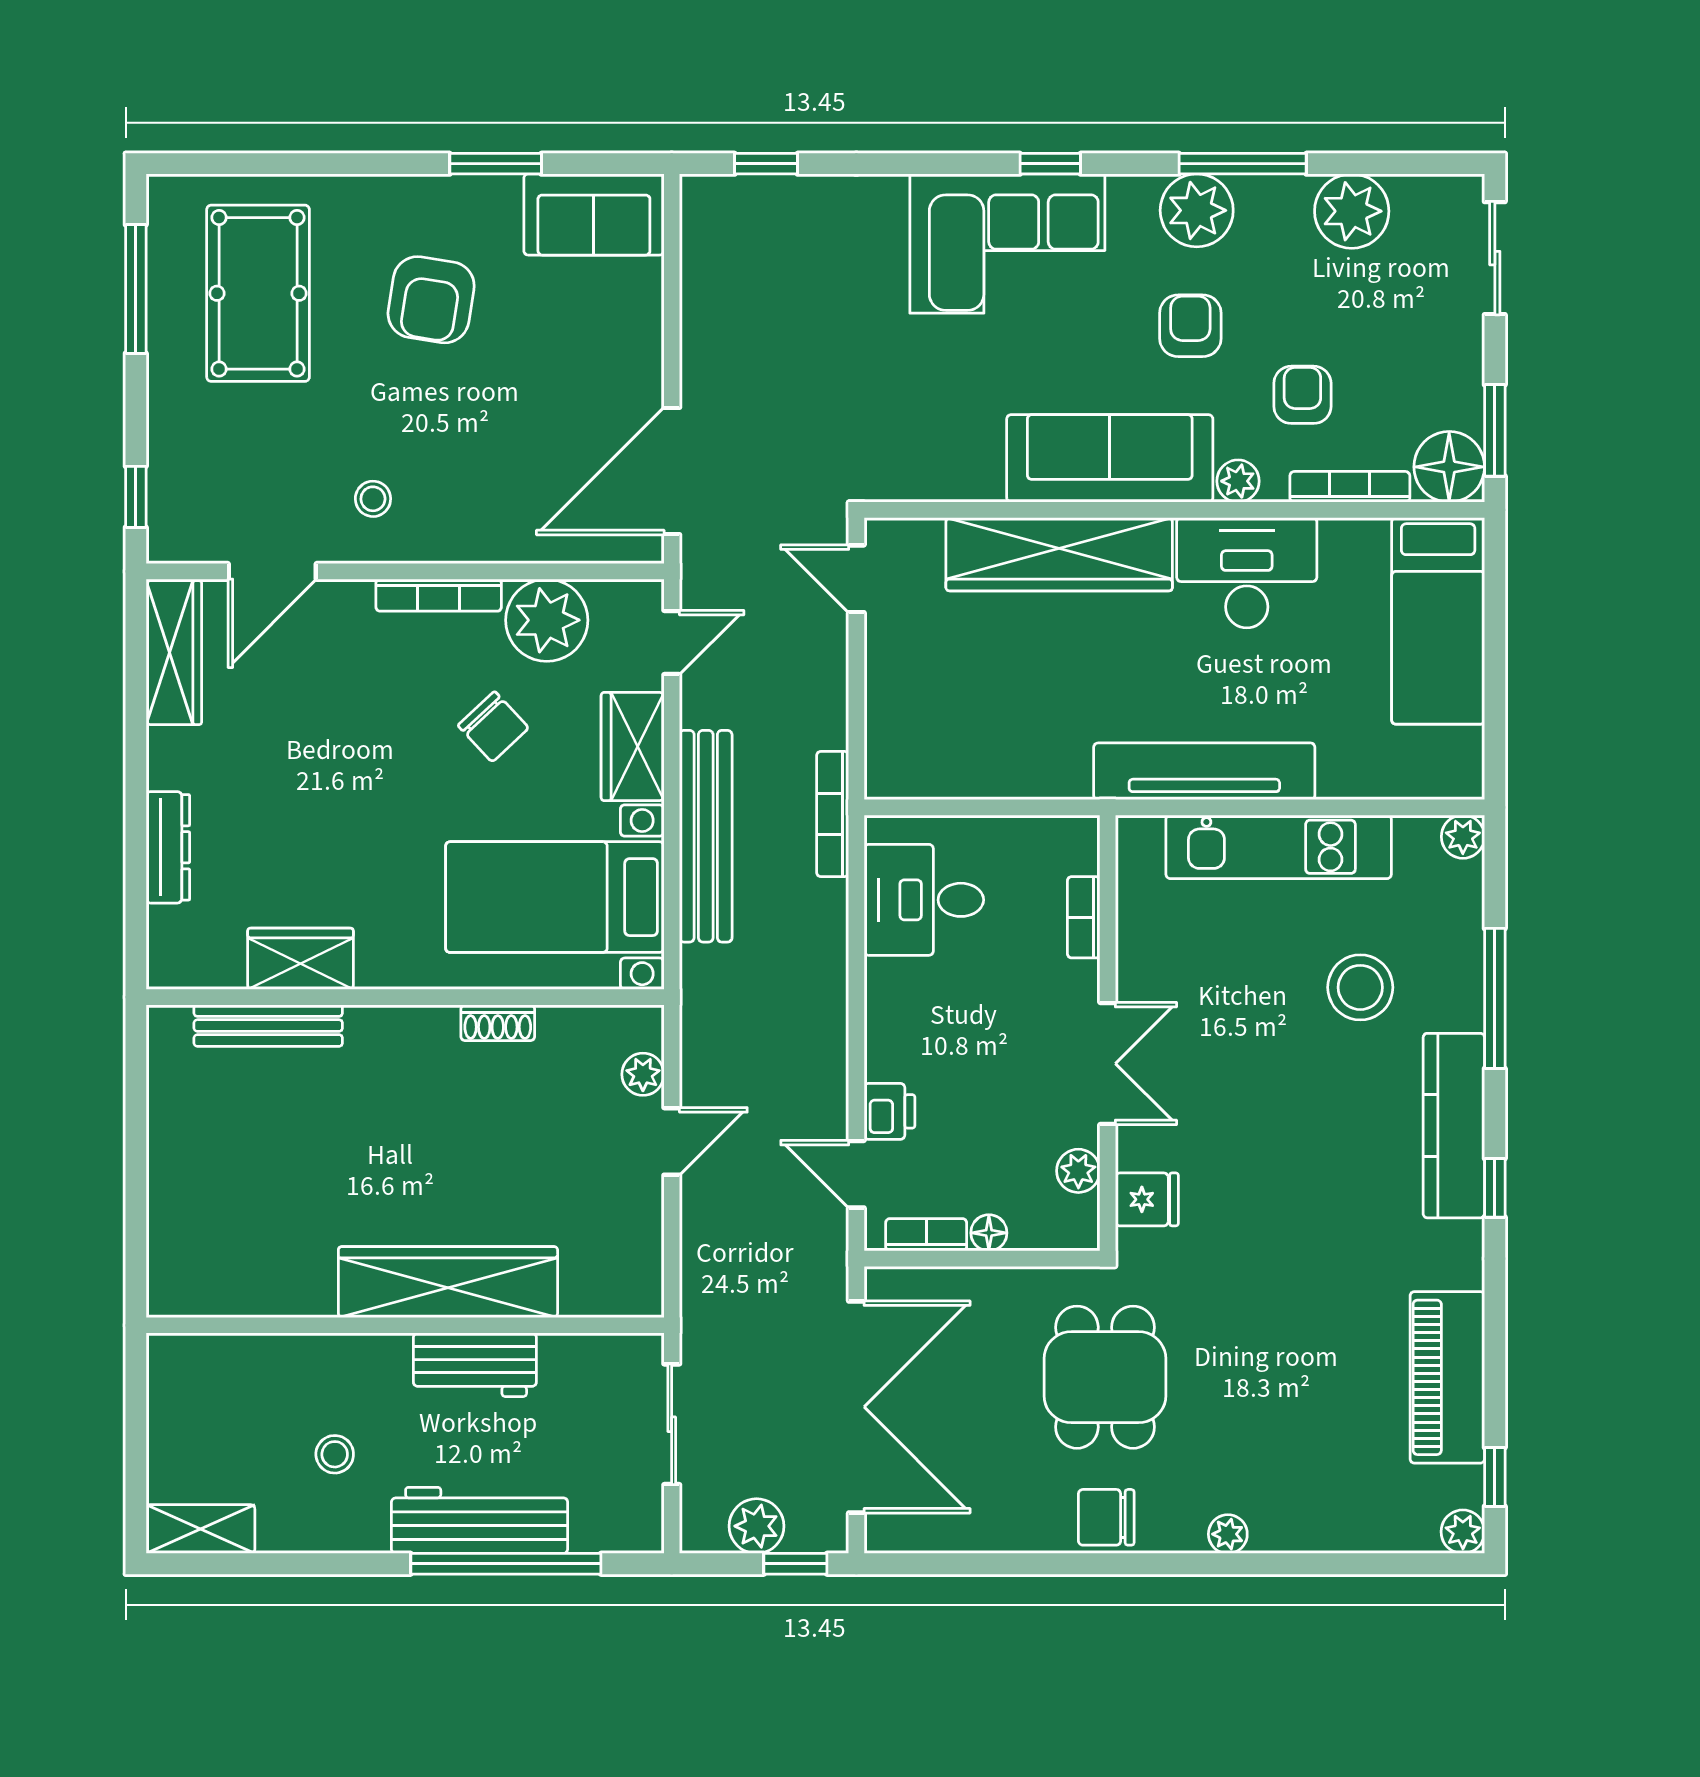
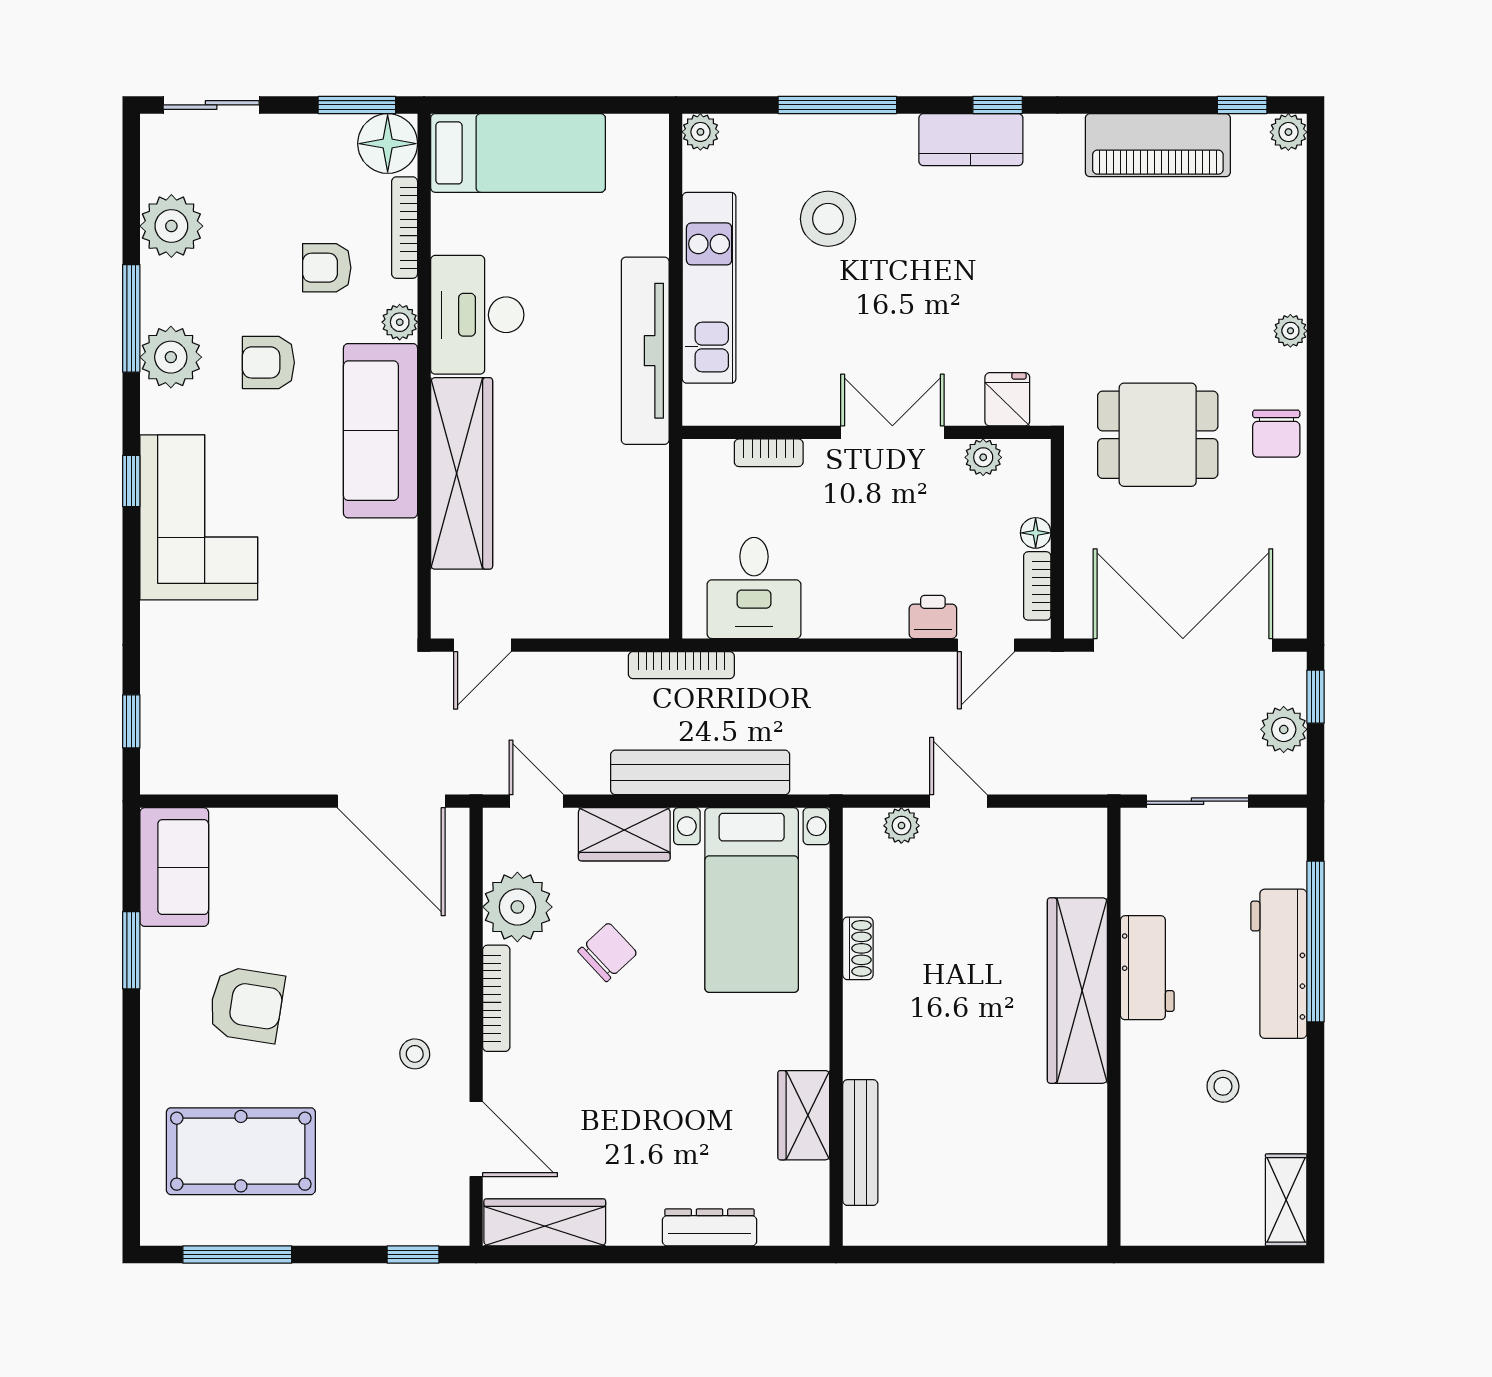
kitchen counter: (1454, 1126) -> (971, 140), width x0.67

